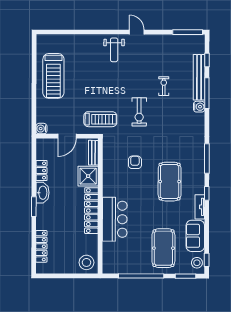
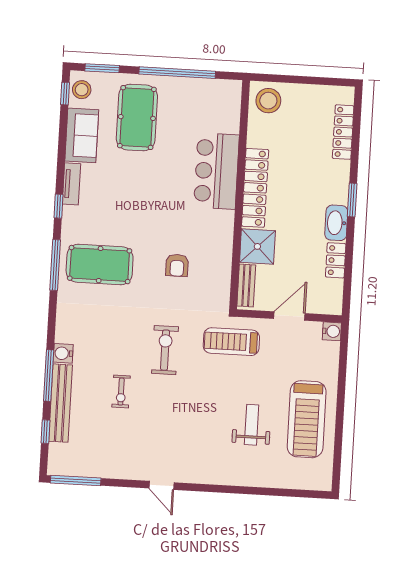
weight bench: (114, 50) -> (252, 425), moved
treadmill: (53, 76) -> (307, 419), turned 180
pool table: (170, 182) -> (100, 265), moved, turned 90

